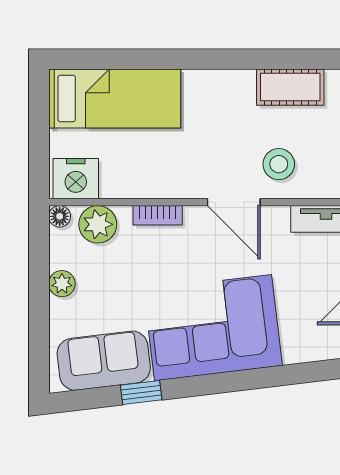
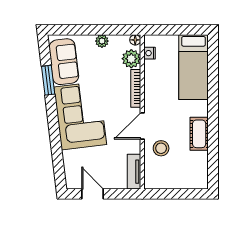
cot: (290, 87) -> (199, 134), moved
nightstand: (76, 179) -> (149, 53), width x0.53, depth x0.56
bookcase: (158, 215) -> (136, 88), width x1.56
window: (141, 392) -> (48, 80), width x1.50

